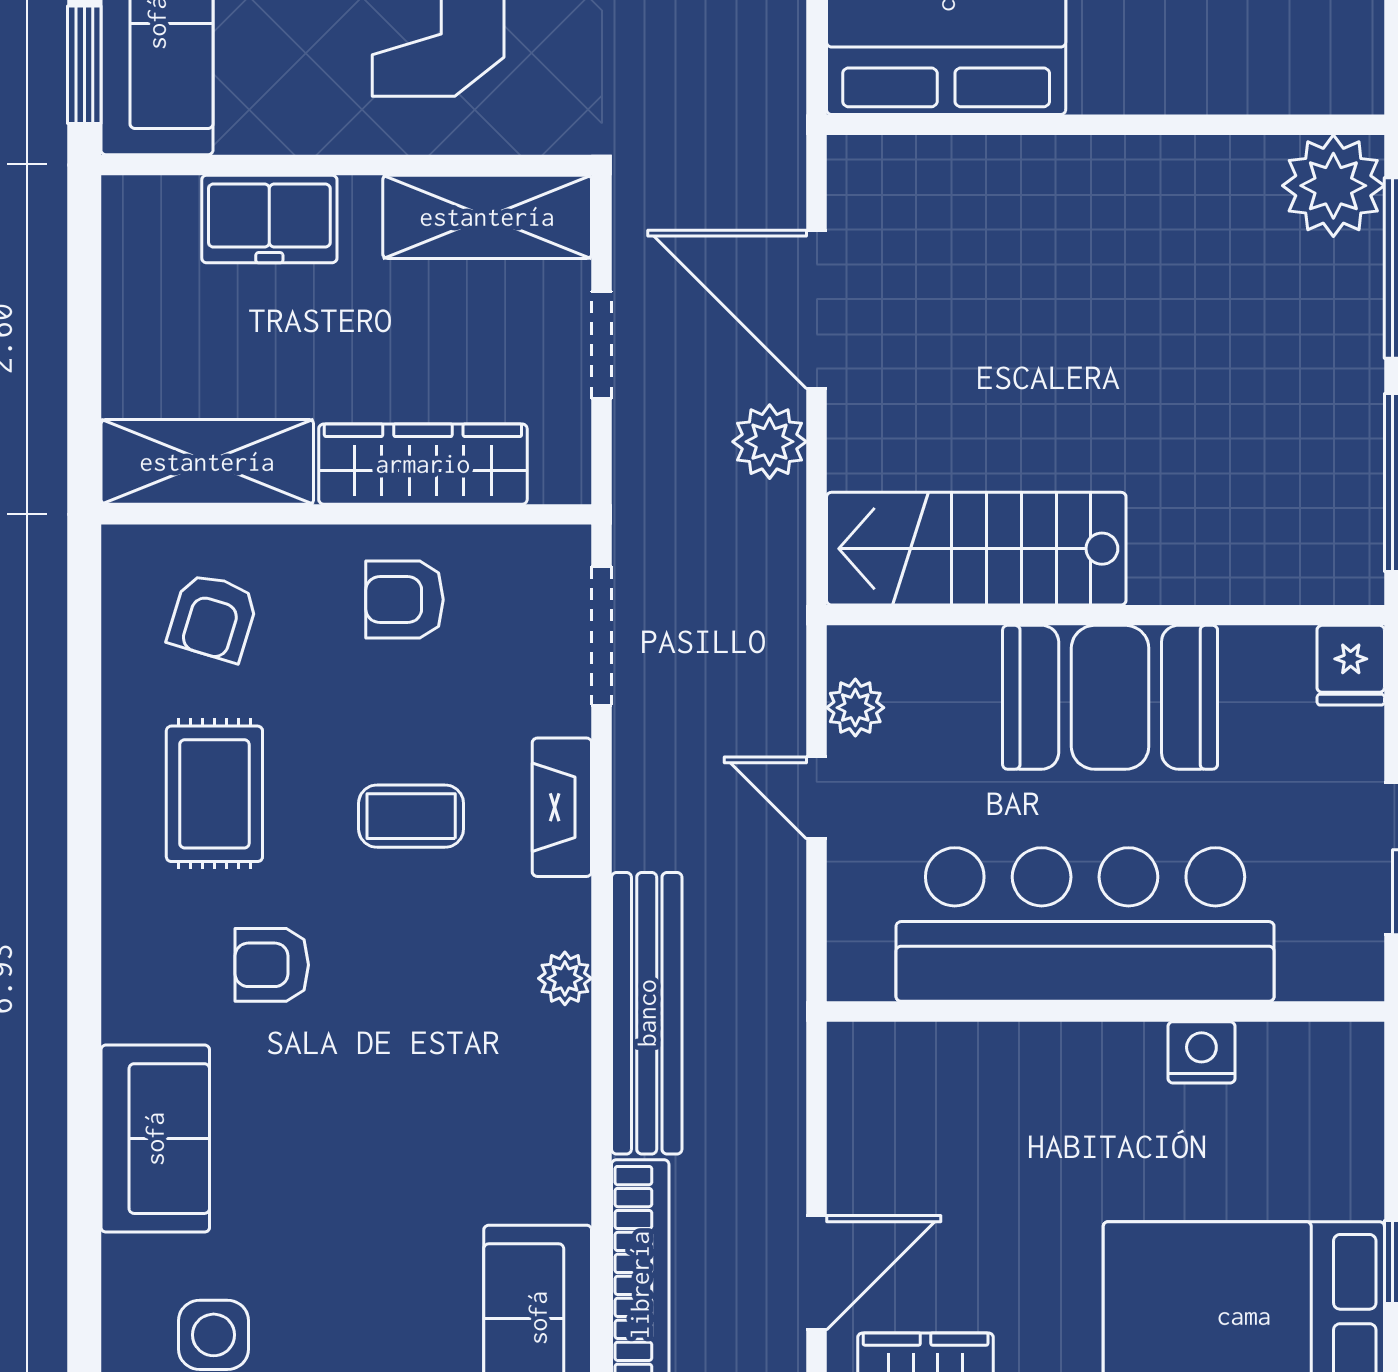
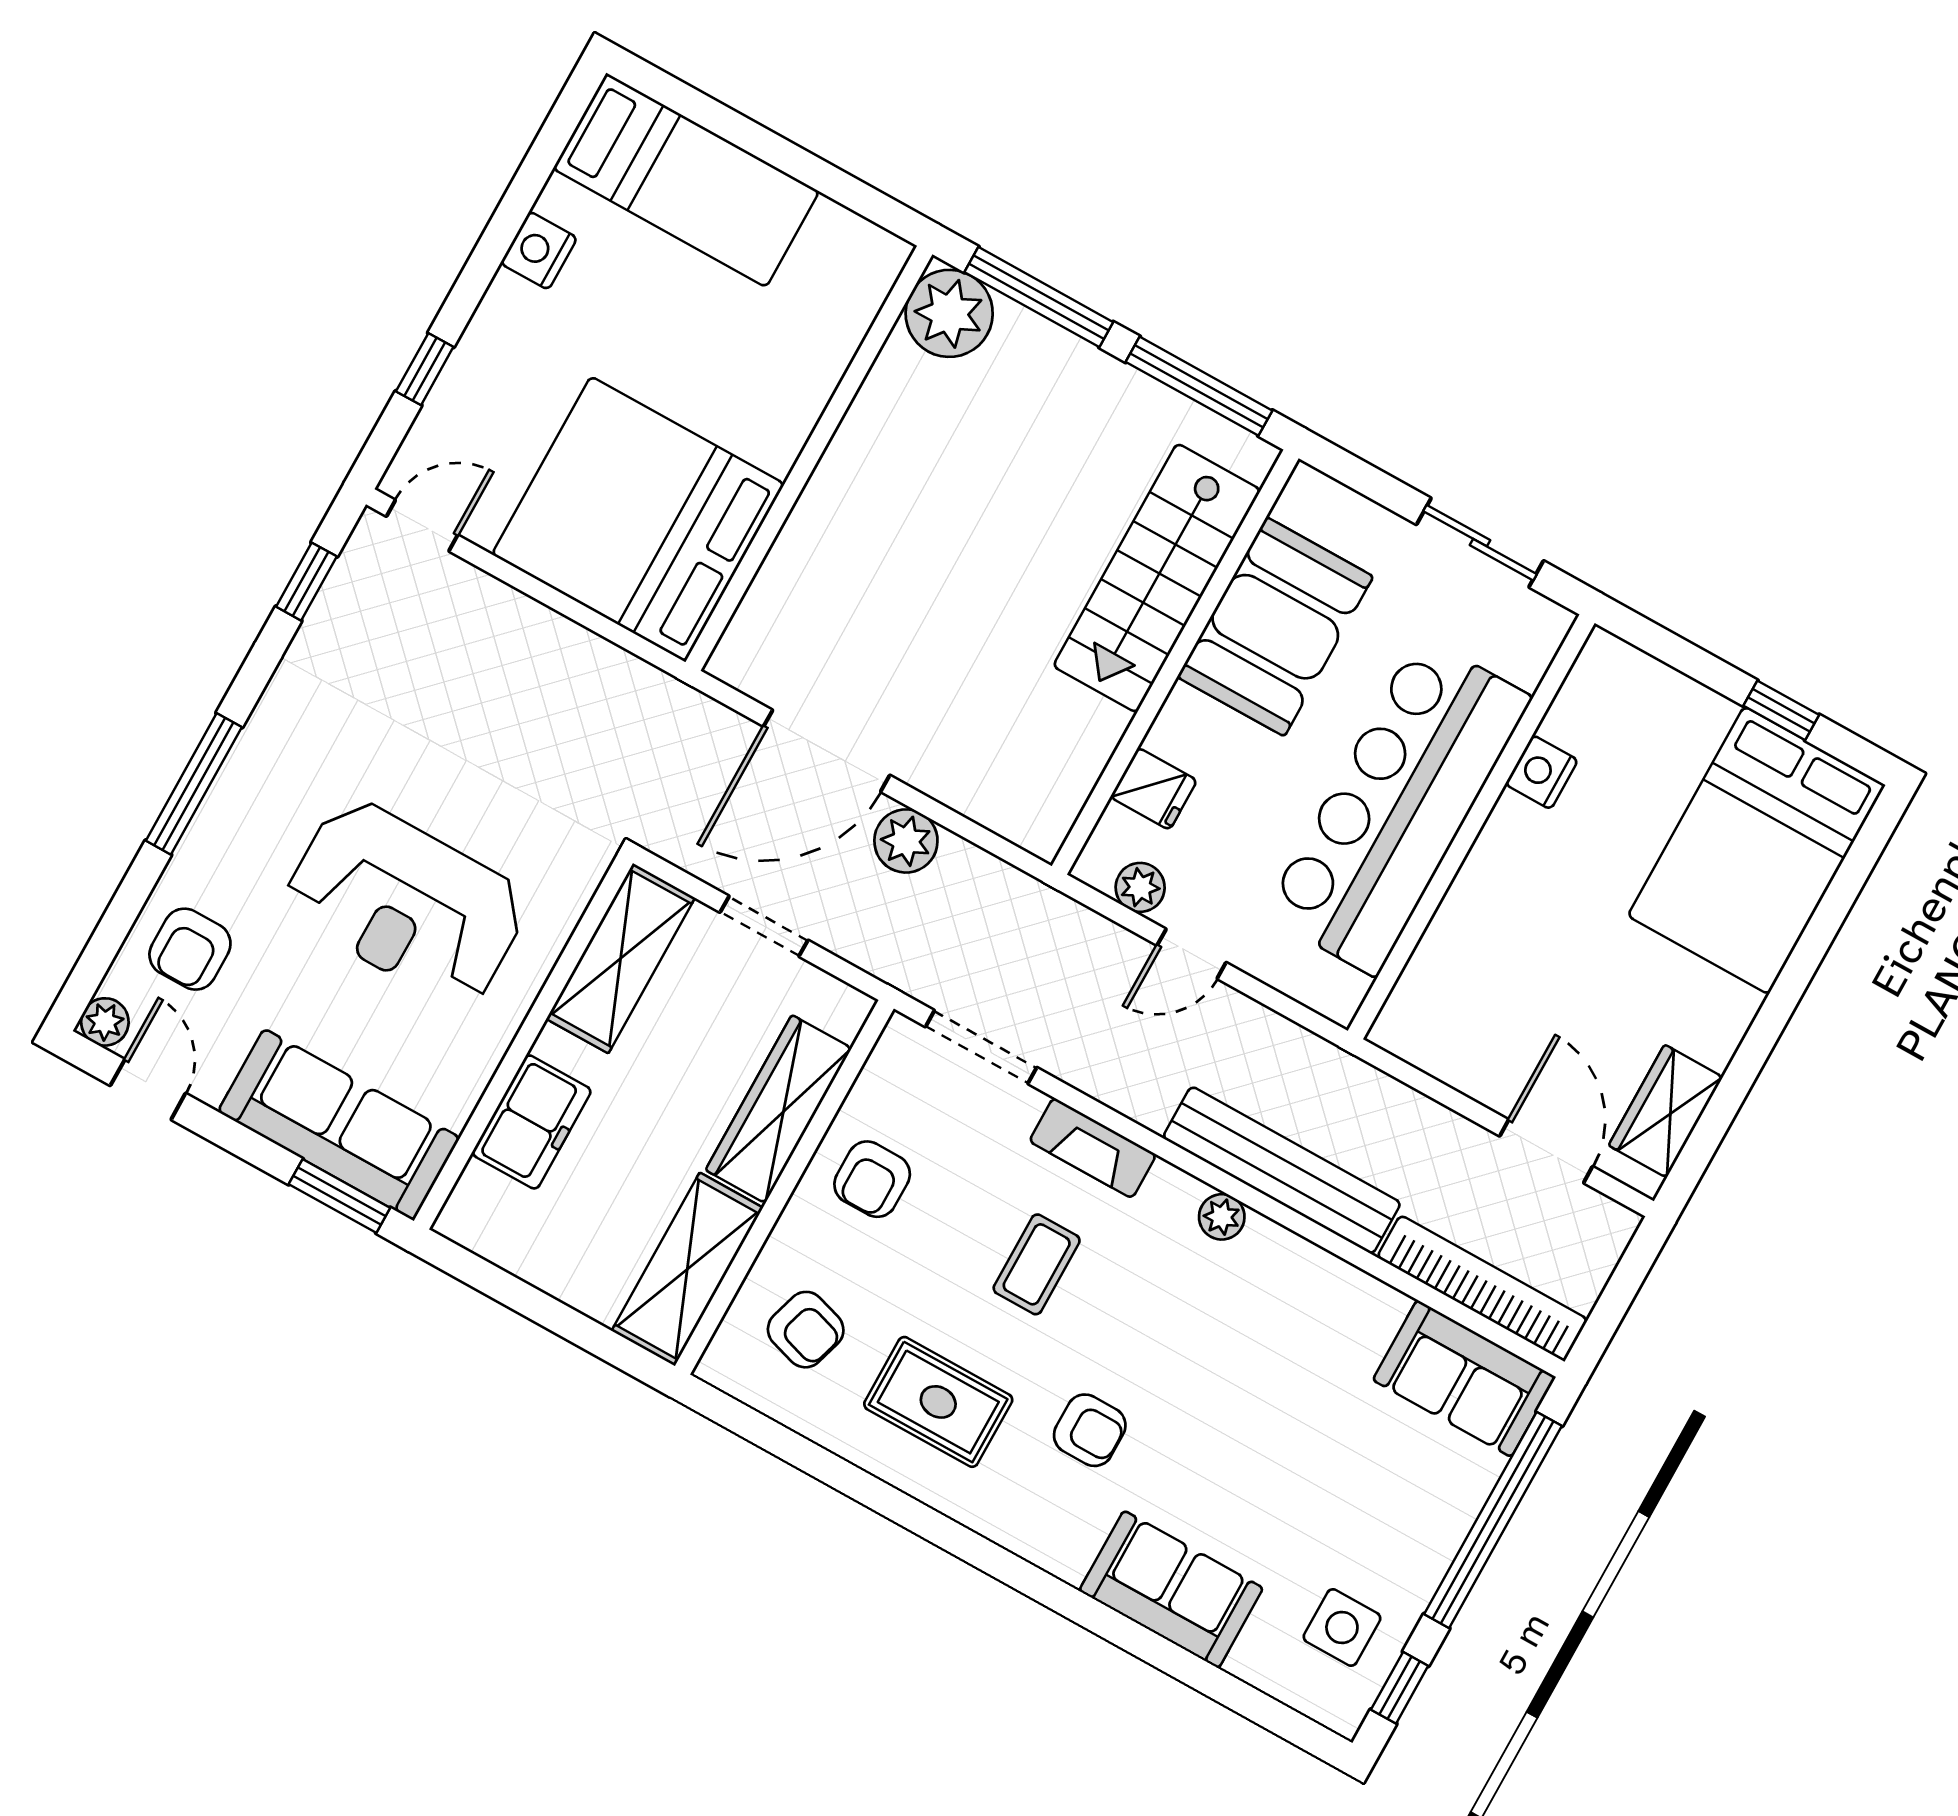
stairs: (976, 549) -> (1157, 578), moved
fridge: (1351, 665) -> (1154, 789), moved
booth: (1110, 697) -> (1275, 627), moved
armchair: (272, 965) -> (1090, 1430), turned -90

